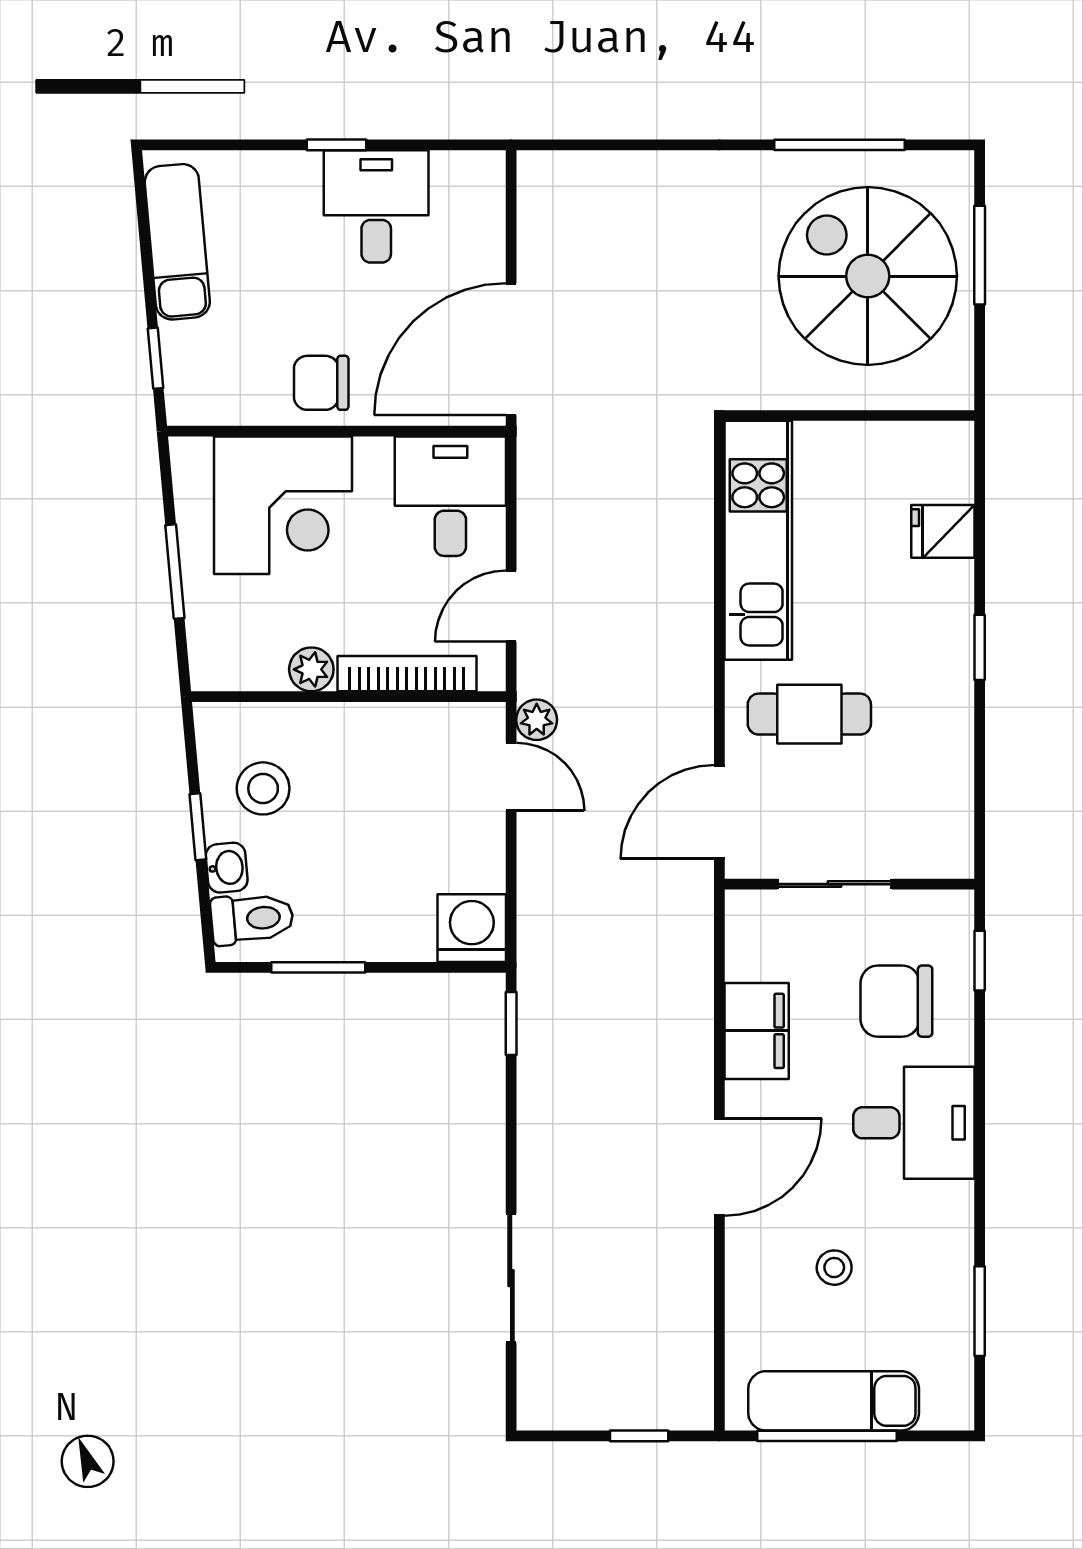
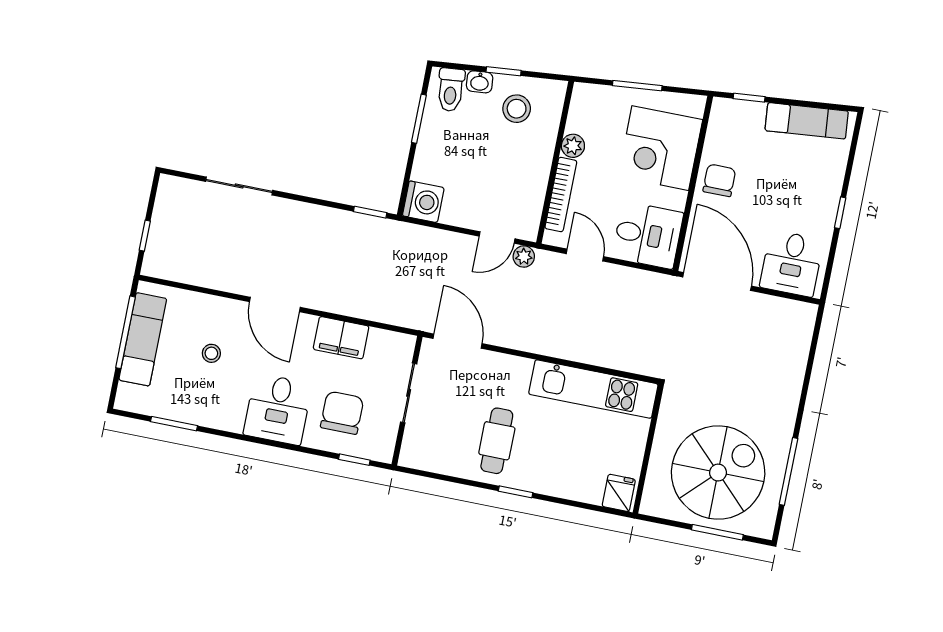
desk: (376, 206) -> (792, 263), moved, turned 90
fridge: (943, 531) -> (619, 493), moved
cafe table: (809, 714) -> (497, 441), moved

